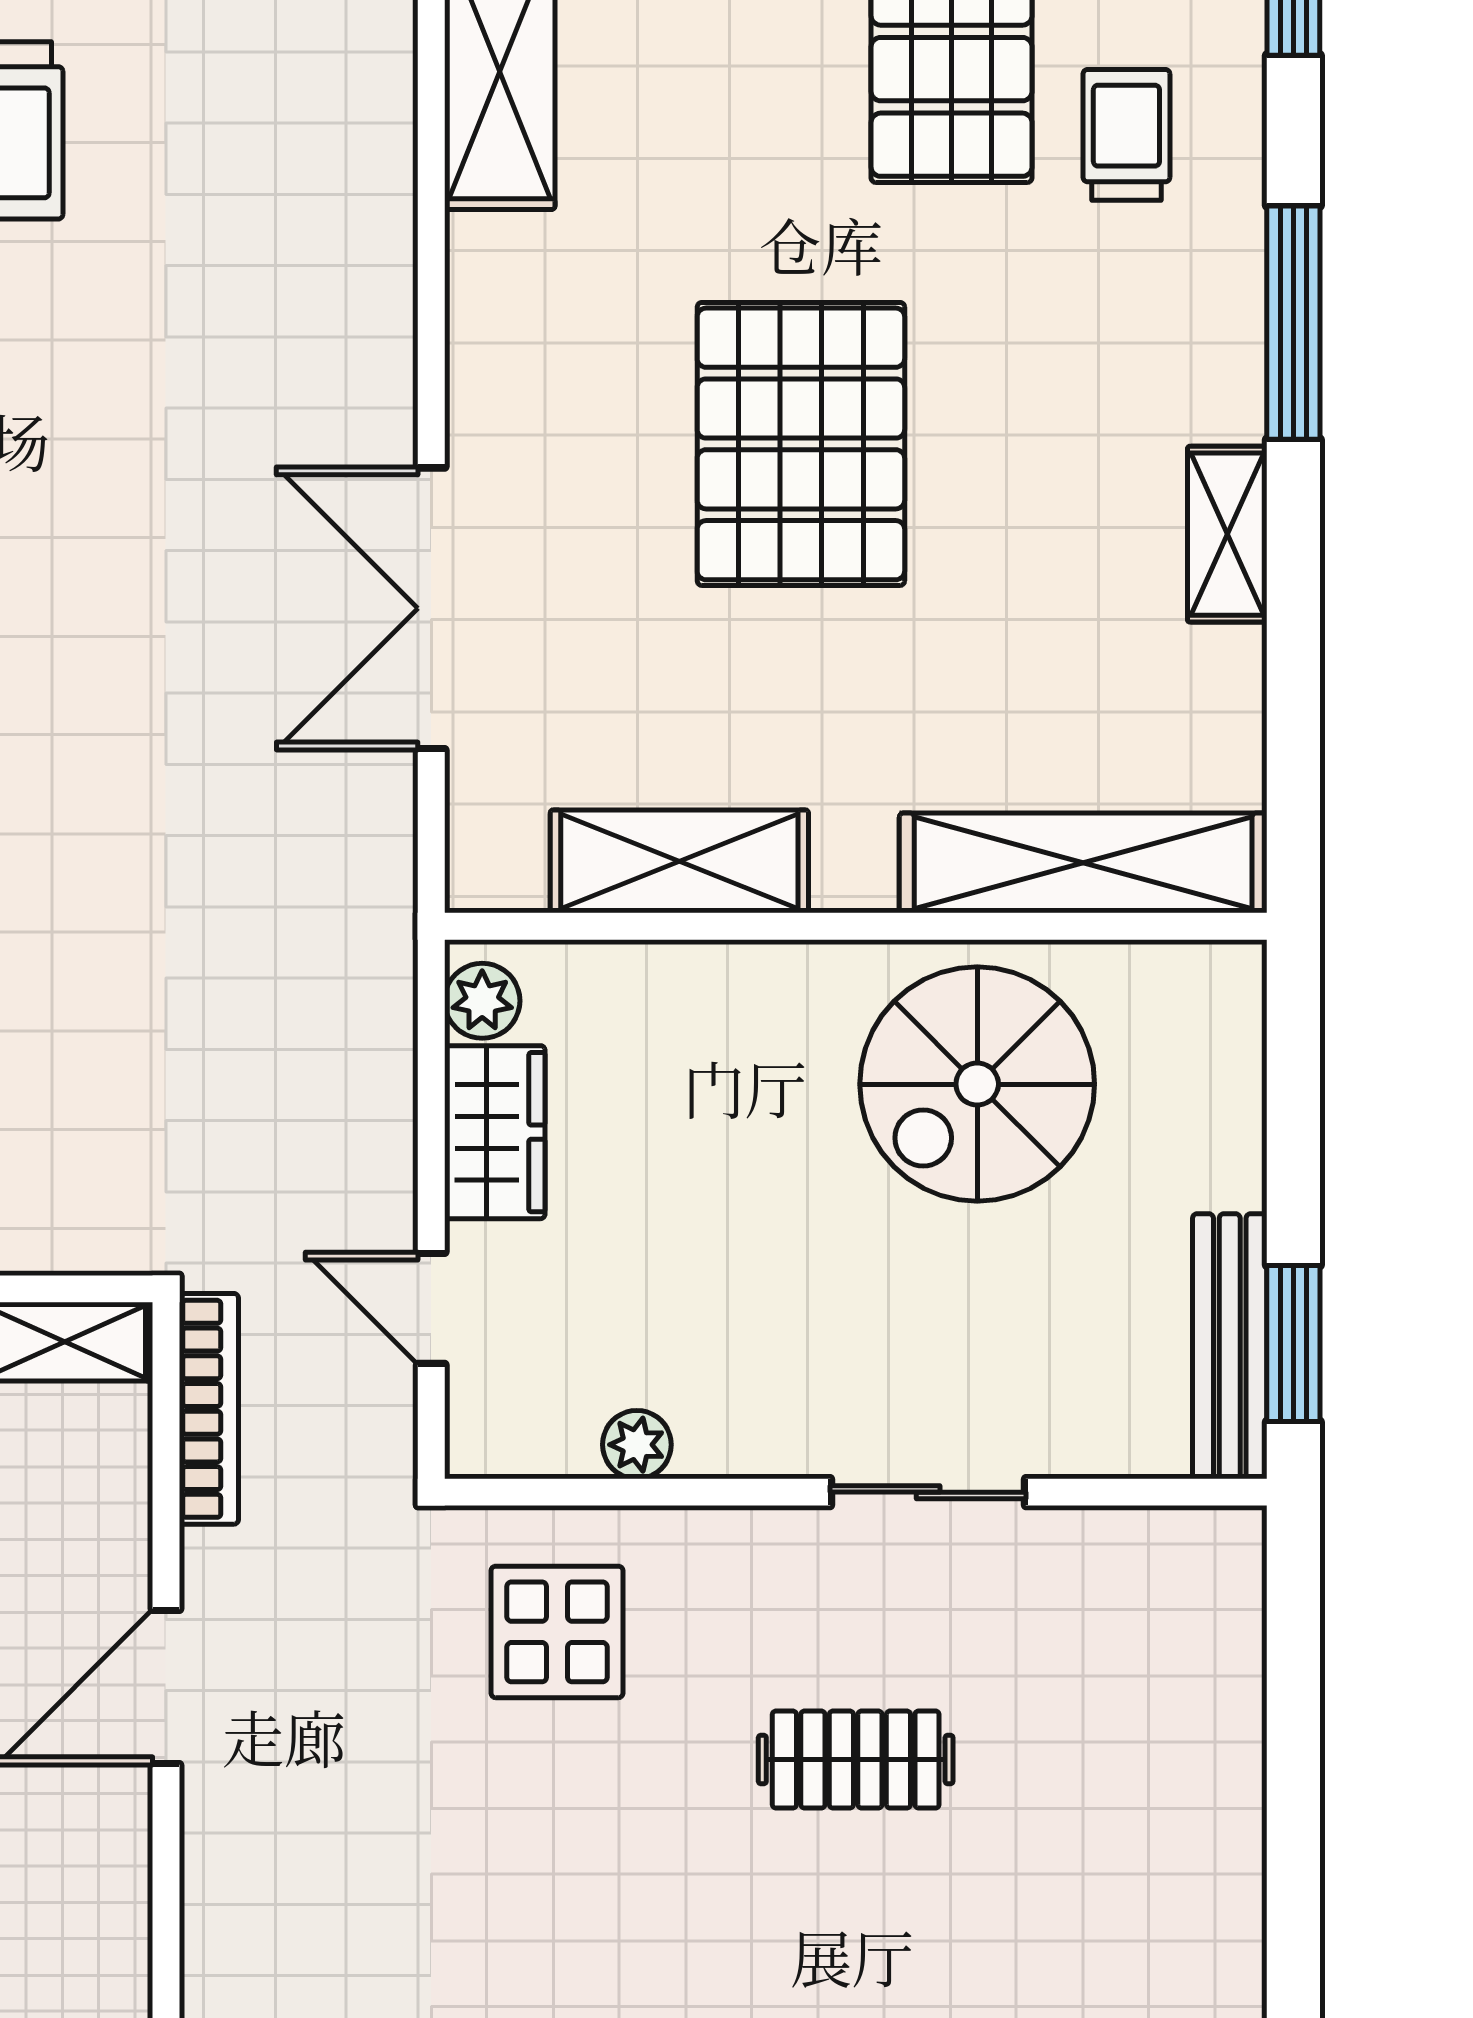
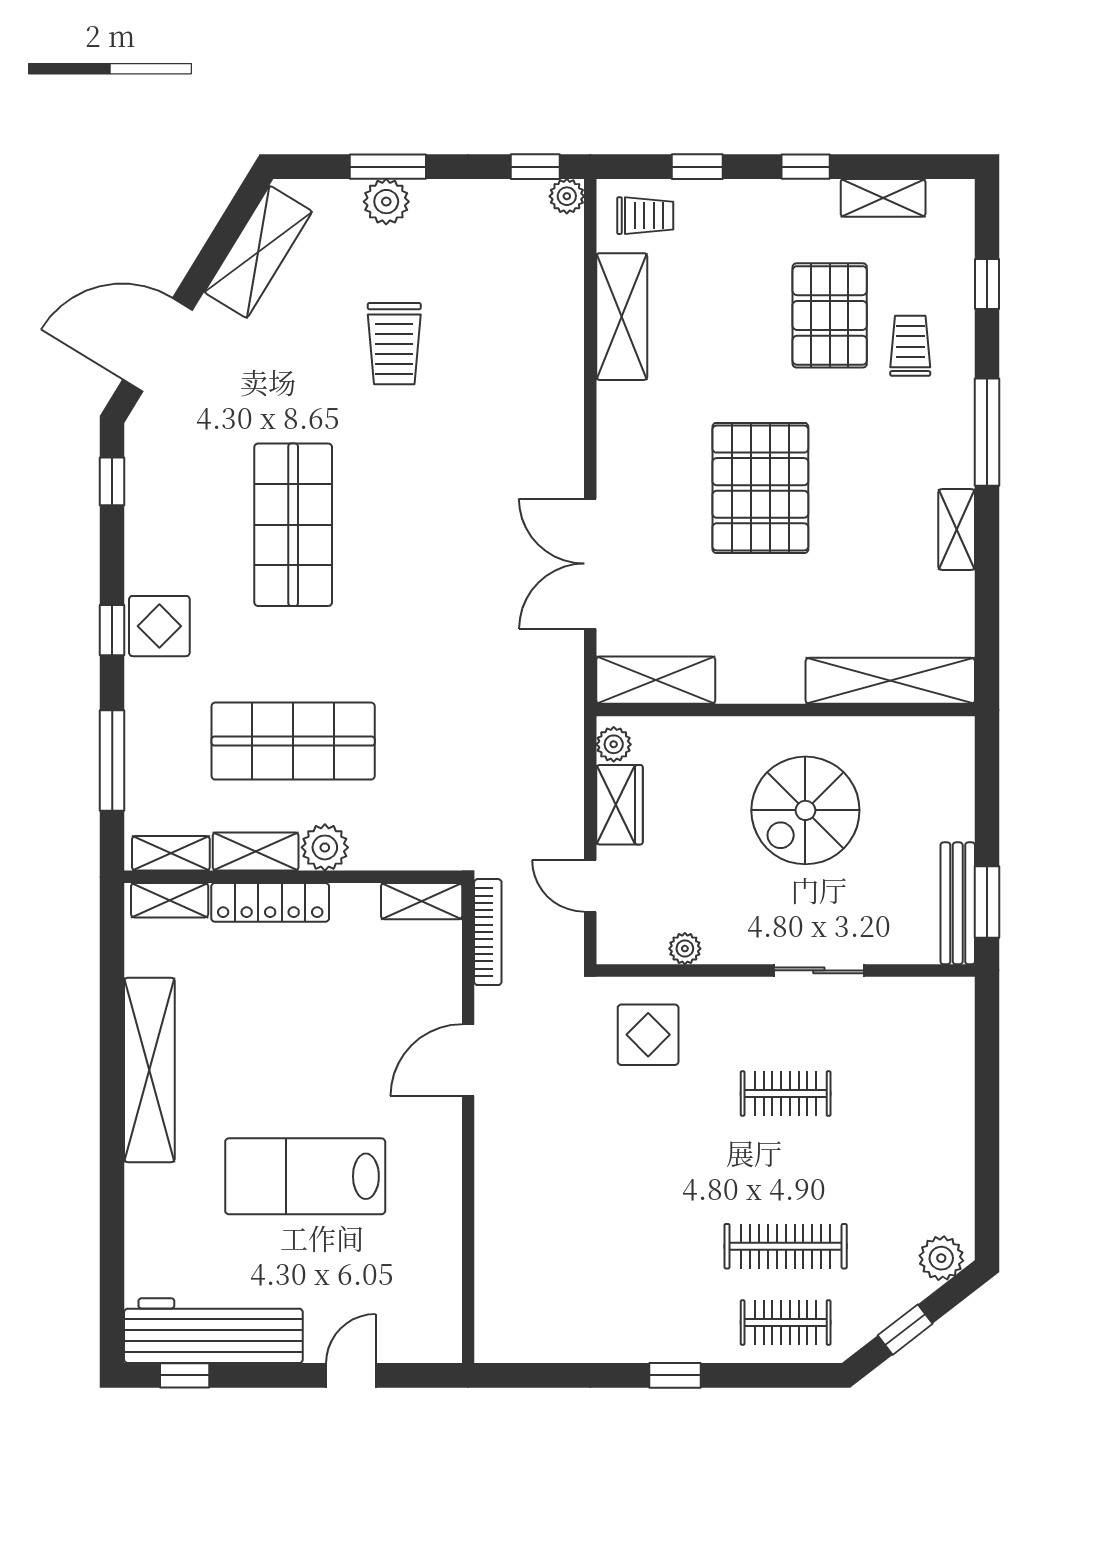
shelving: (679, 861) -> (656, 680), moved
spiral stairs: (977, 1084) -> (805, 810), moved

